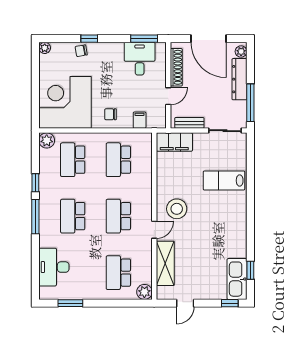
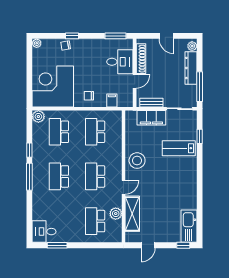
door: (209, 39) -> (166, 36), width x0.53
desk: (140, 59) -> (120, 62), moved, turned 90
filing cabinet: (174, 142) -> (151, 118), moved
stool: (177, 209) -> (137, 161), moved
desk: (54, 267) -> (44, 232), moved, width x0.73
window: (250, 270) -> (200, 136), moved
plant: (144, 292) -> (116, 214), moved

